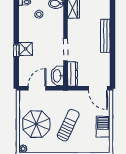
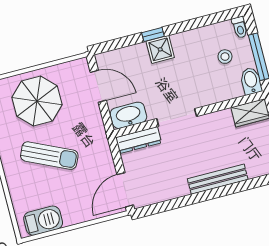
barbecue: (103, 127) -> (43, 221), moved

